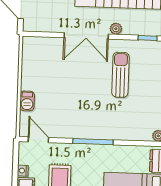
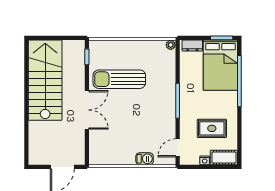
plant: (116, 29) -> (80, 85), removed
sun lounger: (120, 75) -> (119, 79), width x1.36, depth x1.34

